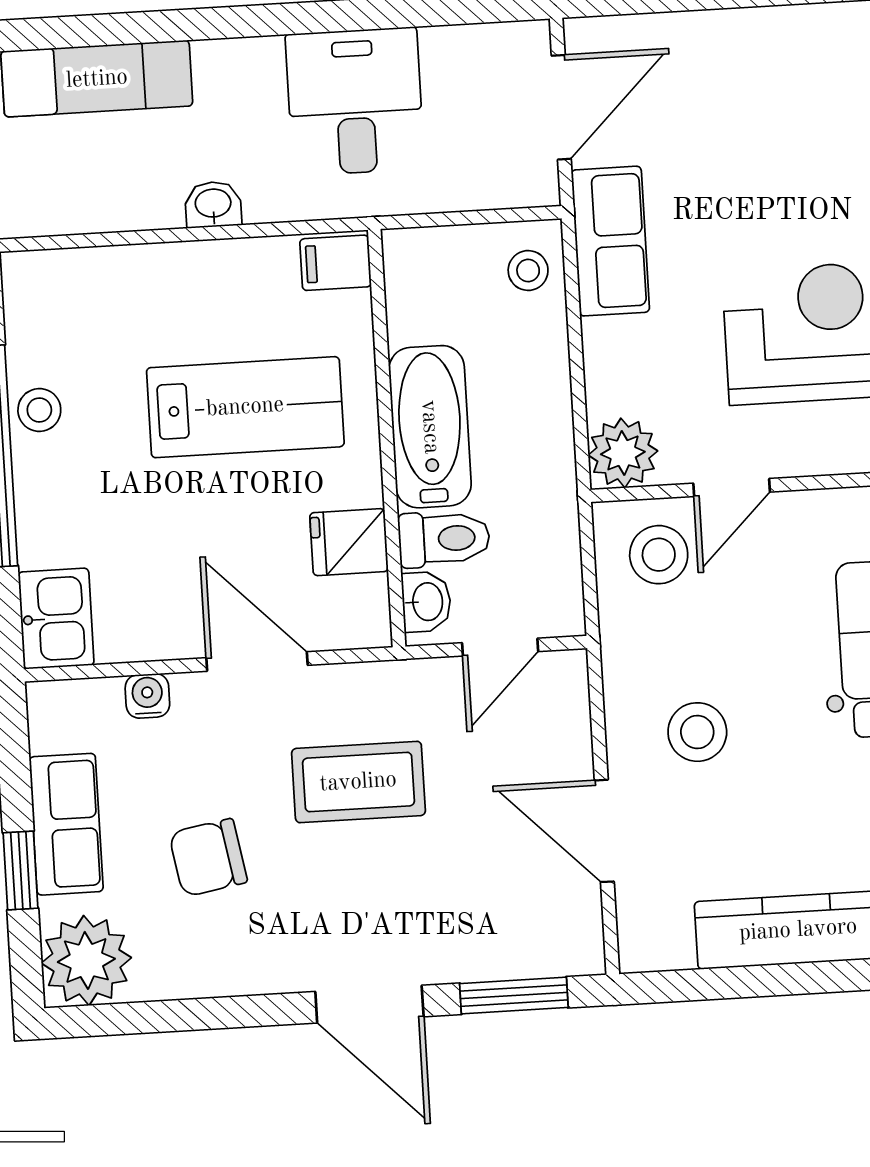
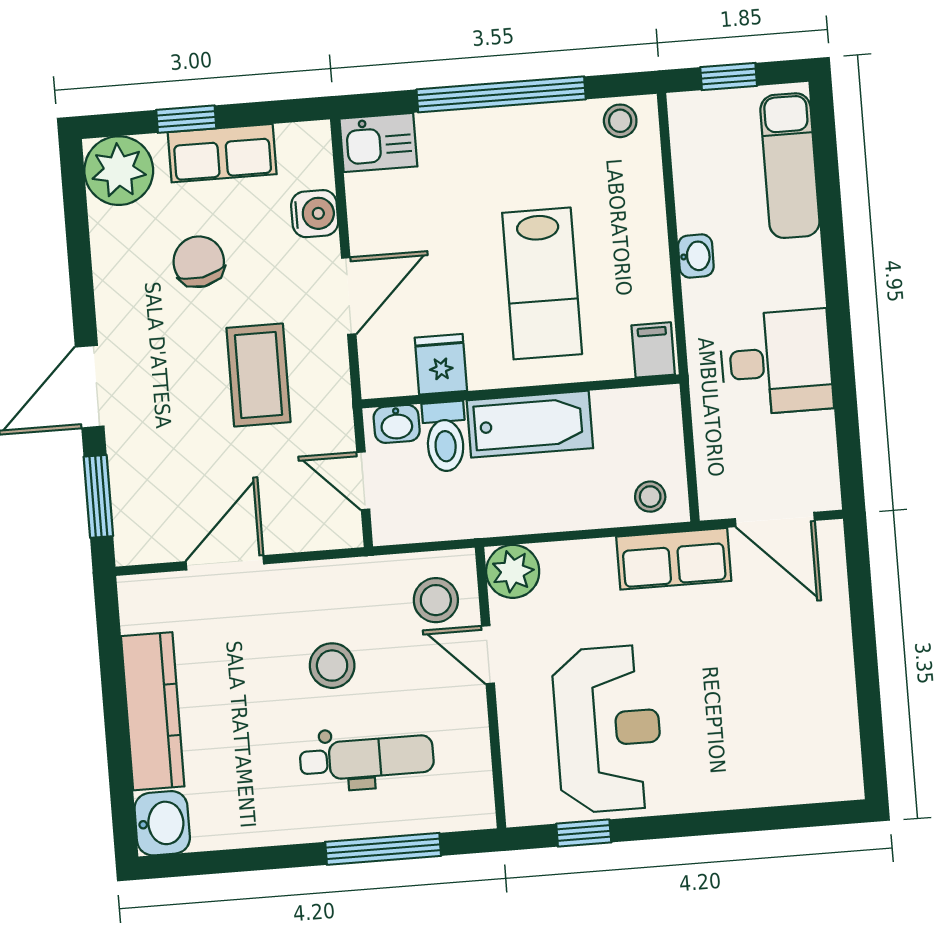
stool: (39, 410) -> (620, 121), moved
water cooler: (147, 696) -> (315, 214), width x1.38, depth x1.38
stool: (697, 732) -> (332, 666), moved

